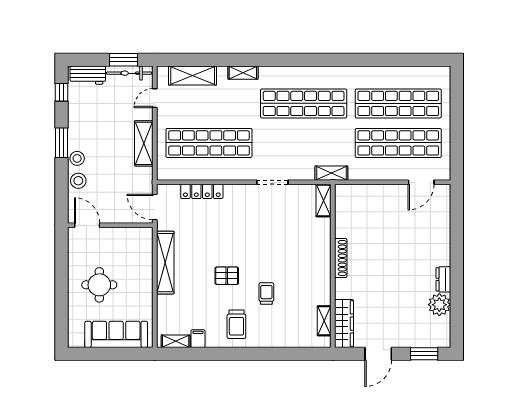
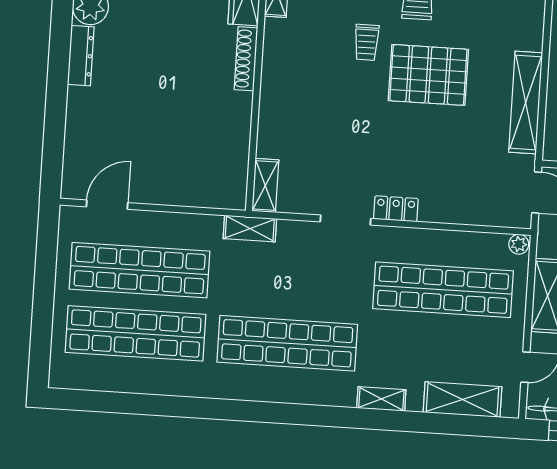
plant: (164, 174) -> (519, 244), added
locker: (202, 191) -> (396, 209), moved, width x0.66
shoe rack: (341, 258) -> (246, 59), moved
pallet: (227, 276) -> (428, 75), width x2.05, depth x2.00
dresser: (443, 279) -> (81, 56), width x1.44

